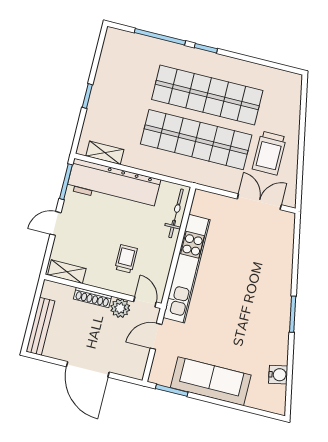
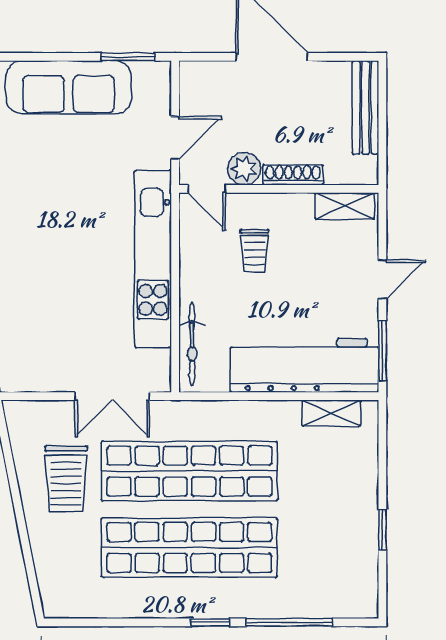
window: (87, 96) -> (382, 530), moved
trolley: (269, 153) -> (66, 479), turned 180
double door: (259, 202) -> (112, 396), moved

